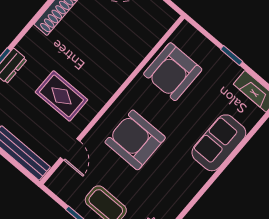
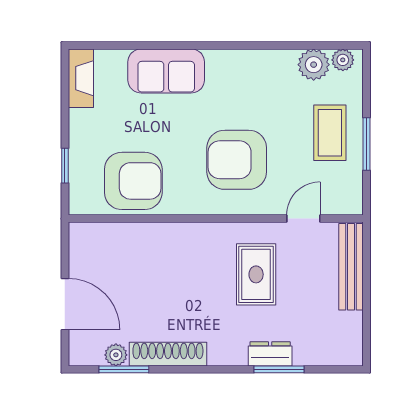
window: (232, 55) -> (65, 166), moved
armchair: (135, 140) -> (237, 160), turned 90

